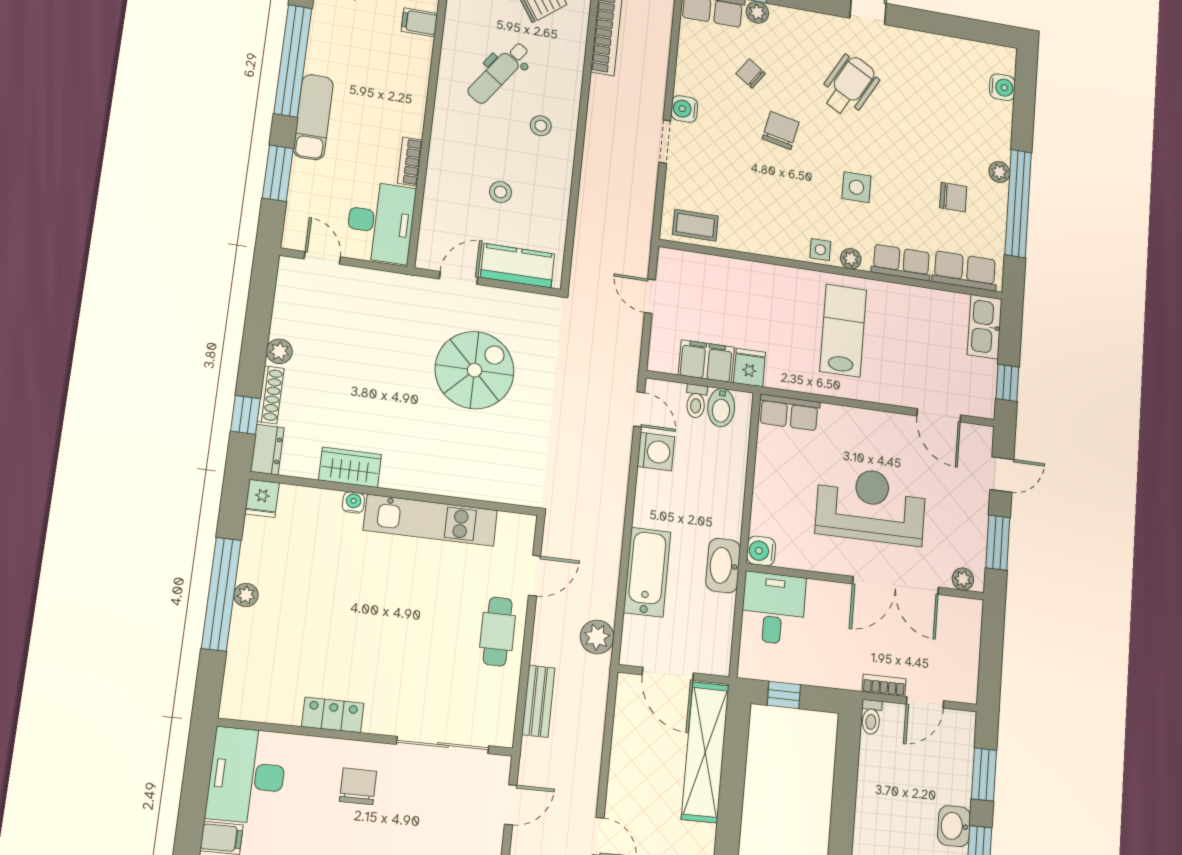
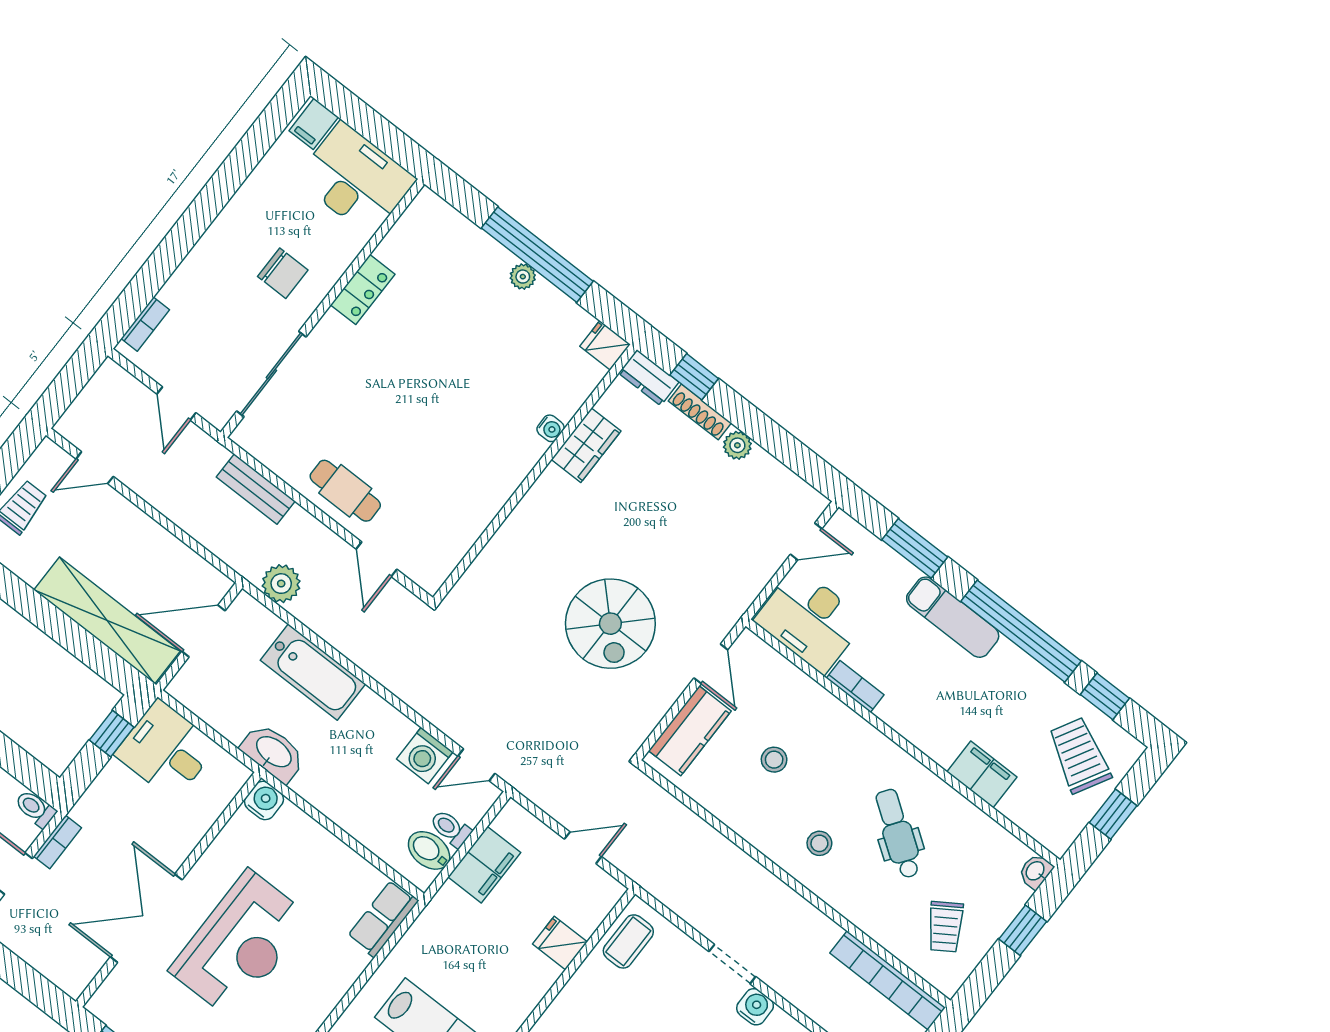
filing cabinet: (419, 22) -> (982, 774), width x2.00
fridge: (749, 368) -> (560, 943), moved, turned 180
kitchen unit: (431, 520) -> (490, 492), removed
plant: (963, 579) -> (109, 994), removed
desk: (773, 608) -> (166, 750), moved, turned 180

